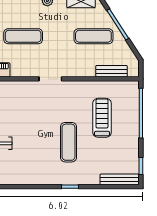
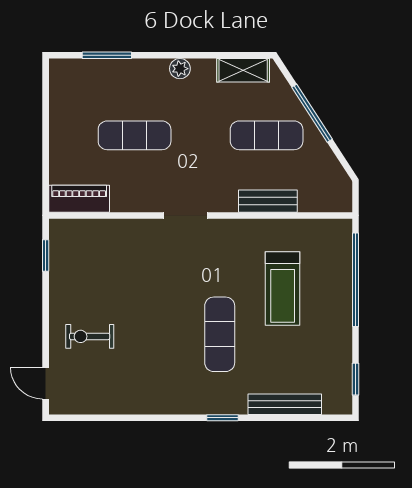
bench: (111, 71) -> (268, 201), moved
treadmill: (102, 118) -> (283, 289), turned 180
bench: (120, 179) -> (285, 404), moved

